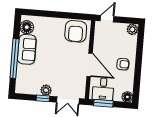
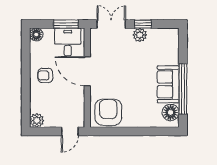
window: (14, 59) -> (183, 89), moved

